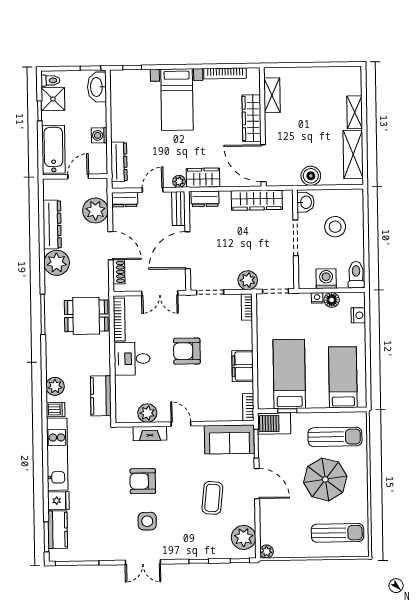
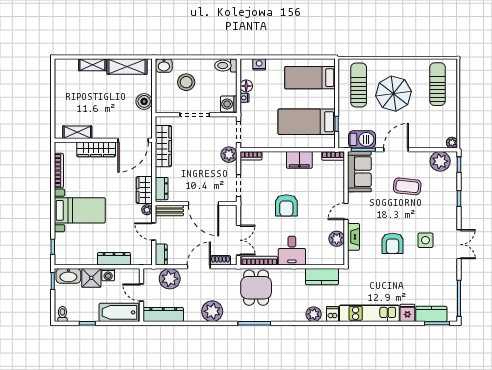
shower: (53, 99) -> (91, 278), moved
dresser: (119, 162) -> (114, 259), moved
washbasin: (305, 202) -> (164, 65), moved, turned 180
dresser: (52, 224) -> (163, 314), moved
washing machine: (326, 279) -> (229, 104), moved
double door: (160, 293) -> (238, 240), moved
barbecue: (274, 424) -> (362, 139), moved, turned -90

